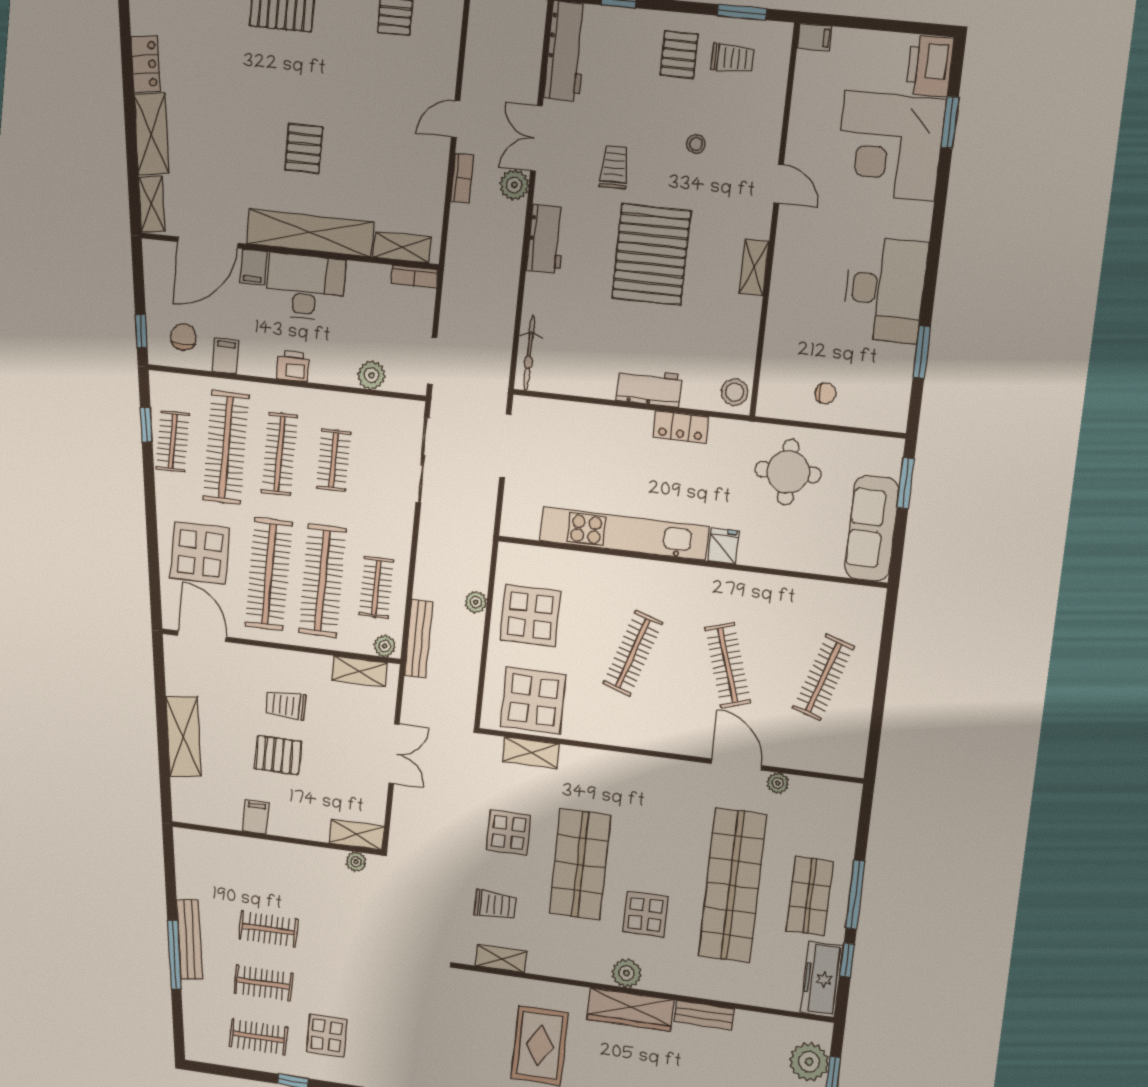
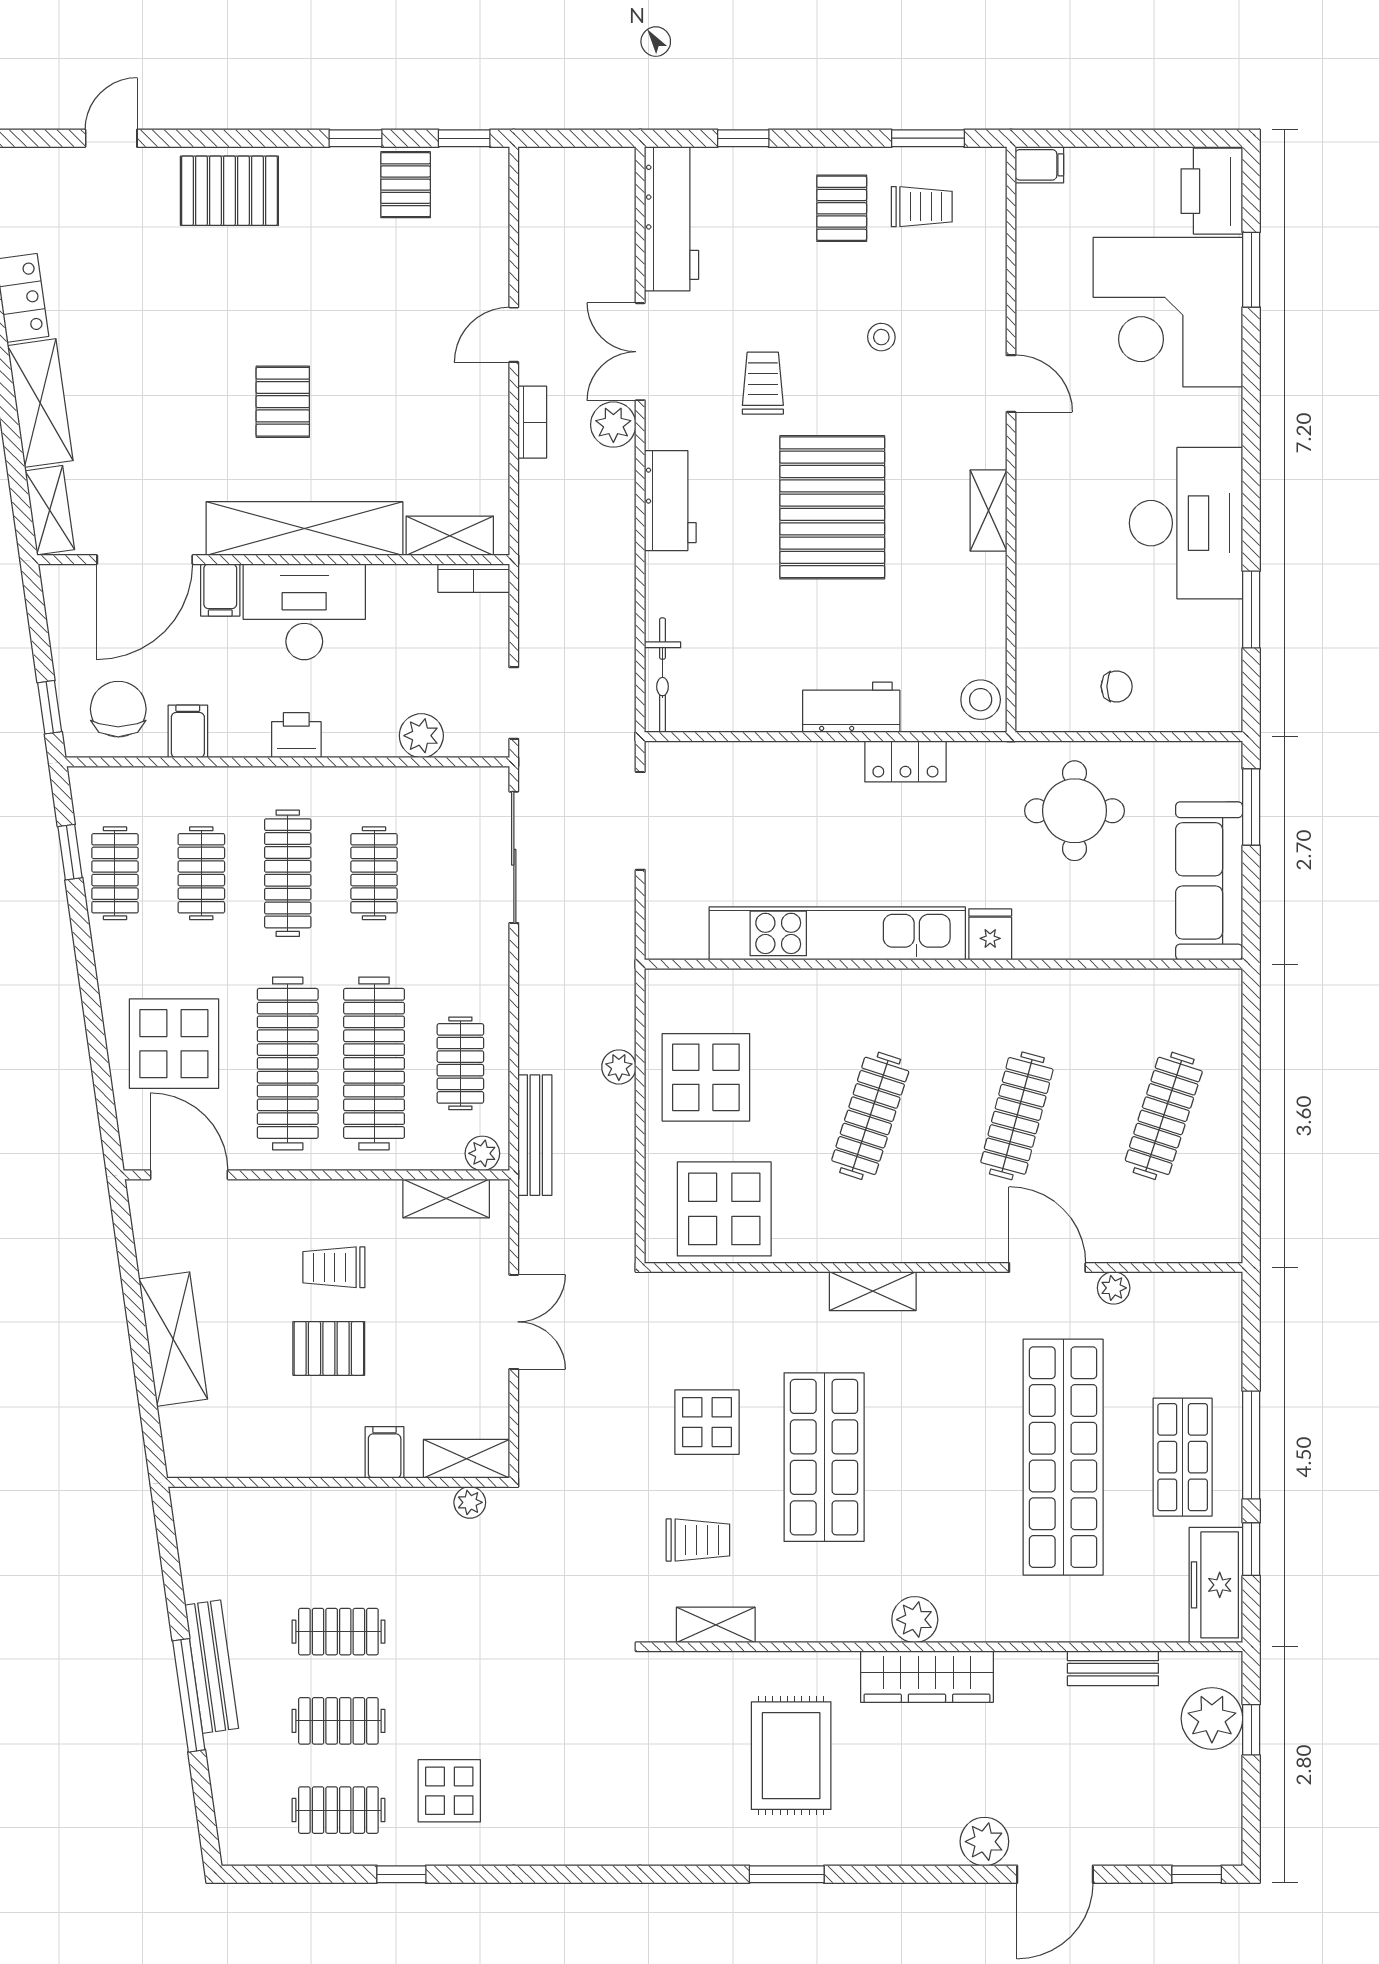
chair: (183, 337) -> (118, 709), width x1.37, depth x1.37
clothes rail: (226, 448) -> (201, 873), width x0.54, depth x0.76
clothes rail: (728, 665) -> (1017, 1116), turned 33
shelving: (531, 753) -> (873, 1291), moved
filing cabinet: (256, 817) -> (385, 1452), moved
display table: (645, 914) -> (934, 1522), removed
bench: (704, 1015) -> (1113, 1668), moved

